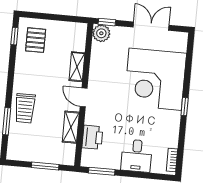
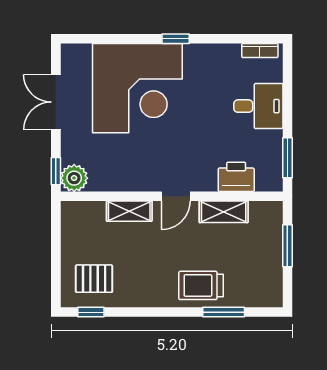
trolley: (25, 108) -> (201, 285), turned 180

